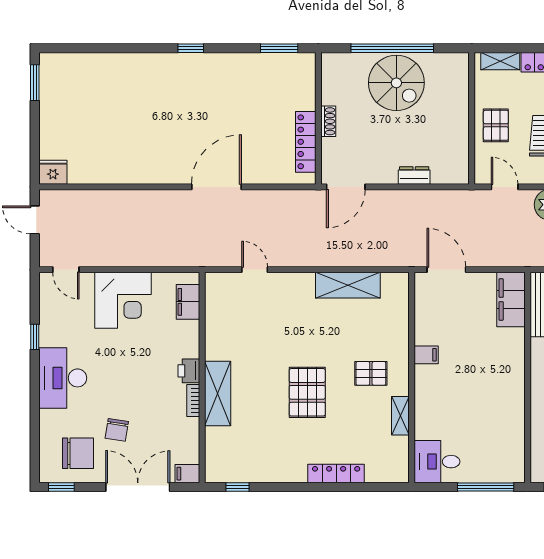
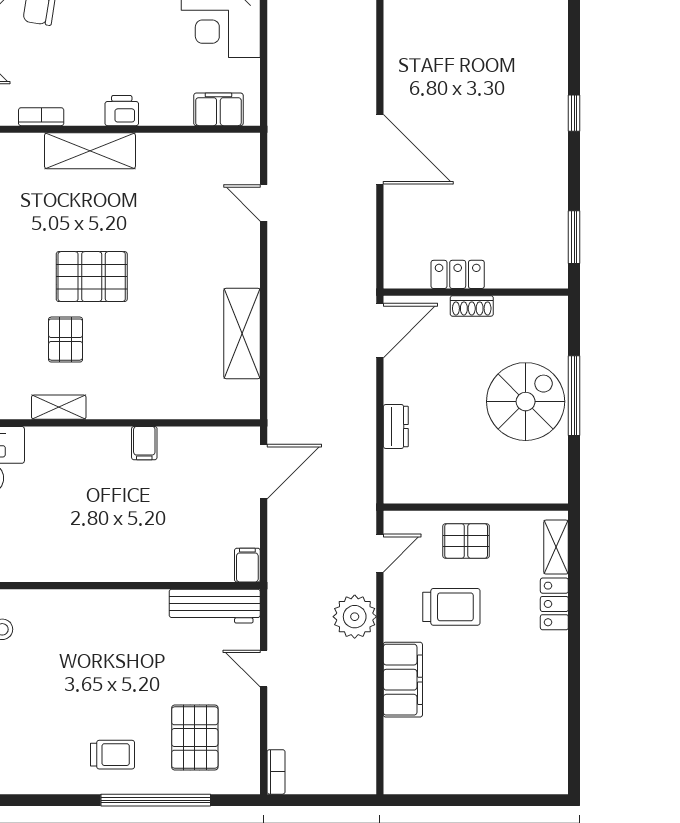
window: (392, 48) -> (574, 396), width x0.68
spiral stairs: (396, 83) -> (526, 402), turned 180
locker: (306, 142) -> (458, 274), width x0.66
door: (346, 187) -> (380, 331), swing flipped
door: (255, 270) -> (264, 203), swing flipped
filing cabinet: (511, 299) -> (247, 565), width x0.33, depth x0.86
pallet: (371, 373) -> (66, 340), moved
bookcase: (193, 401) -> (41, 117), moved

